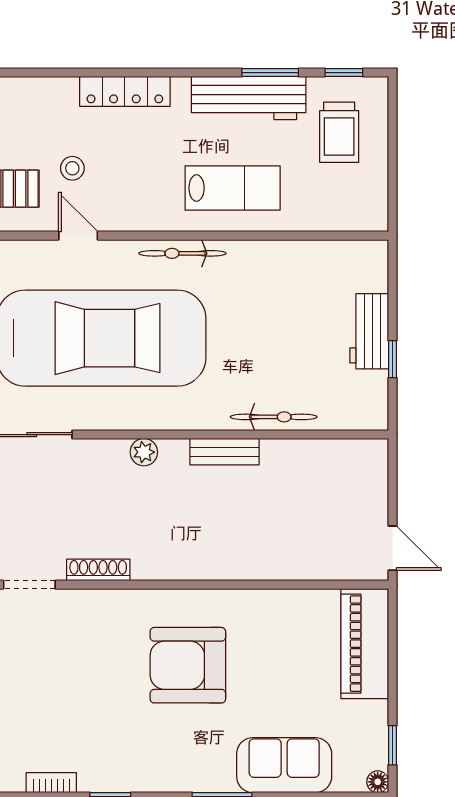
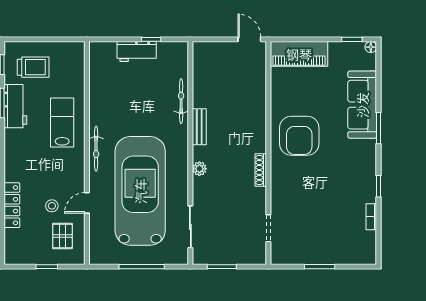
locker: (125, 91) -> (12, 205), moved
workbench: (249, 98) -> (15, 106), width x0.73
door: (393, 548) -> (249, 39), hinge flipped
shoe rack: (98, 570) -> (261, 170), moved
armchair: (188, 665) -> (299, 136), moved
sofa: (284, 765) -> (362, 105), width x1.36

